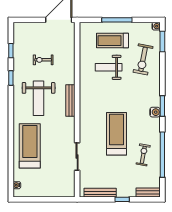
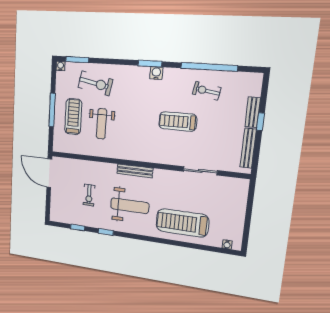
treadmill: (113, 41) -> (73, 117), turned 180
treadmill: (116, 134) -> (178, 121), width x0.73, depth x0.73
bench: (148, 193) -> (253, 112), moved

